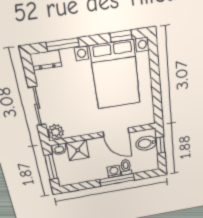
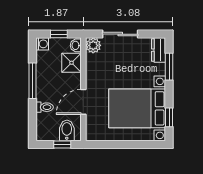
window: (51, 167) -> (59, 34), width x0.67
washing machine: (114, 172) -> (42, 44), moved
window: (117, 180) -> (32, 81), moved

